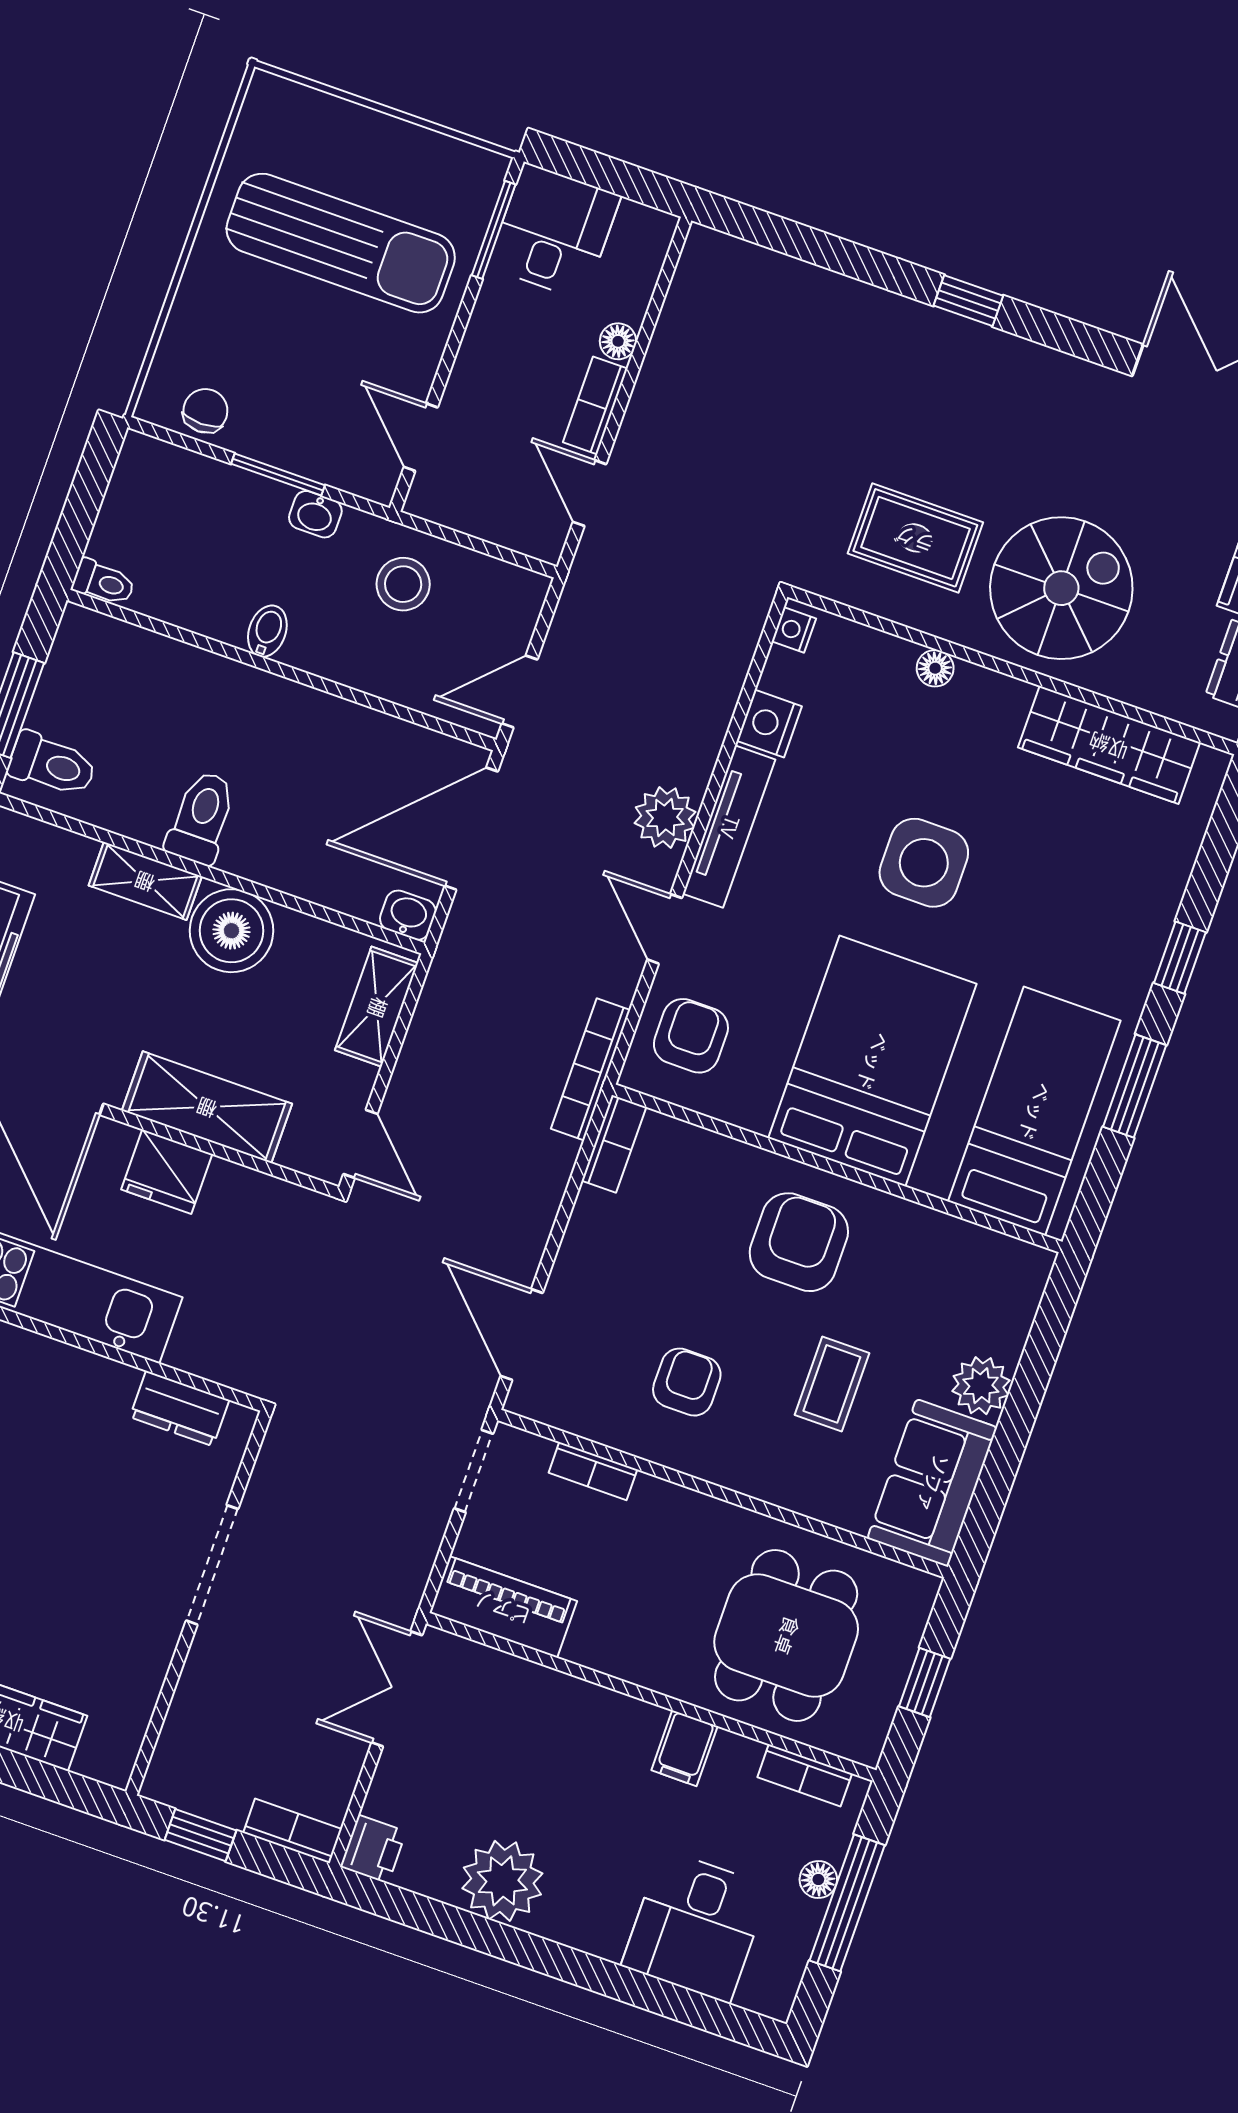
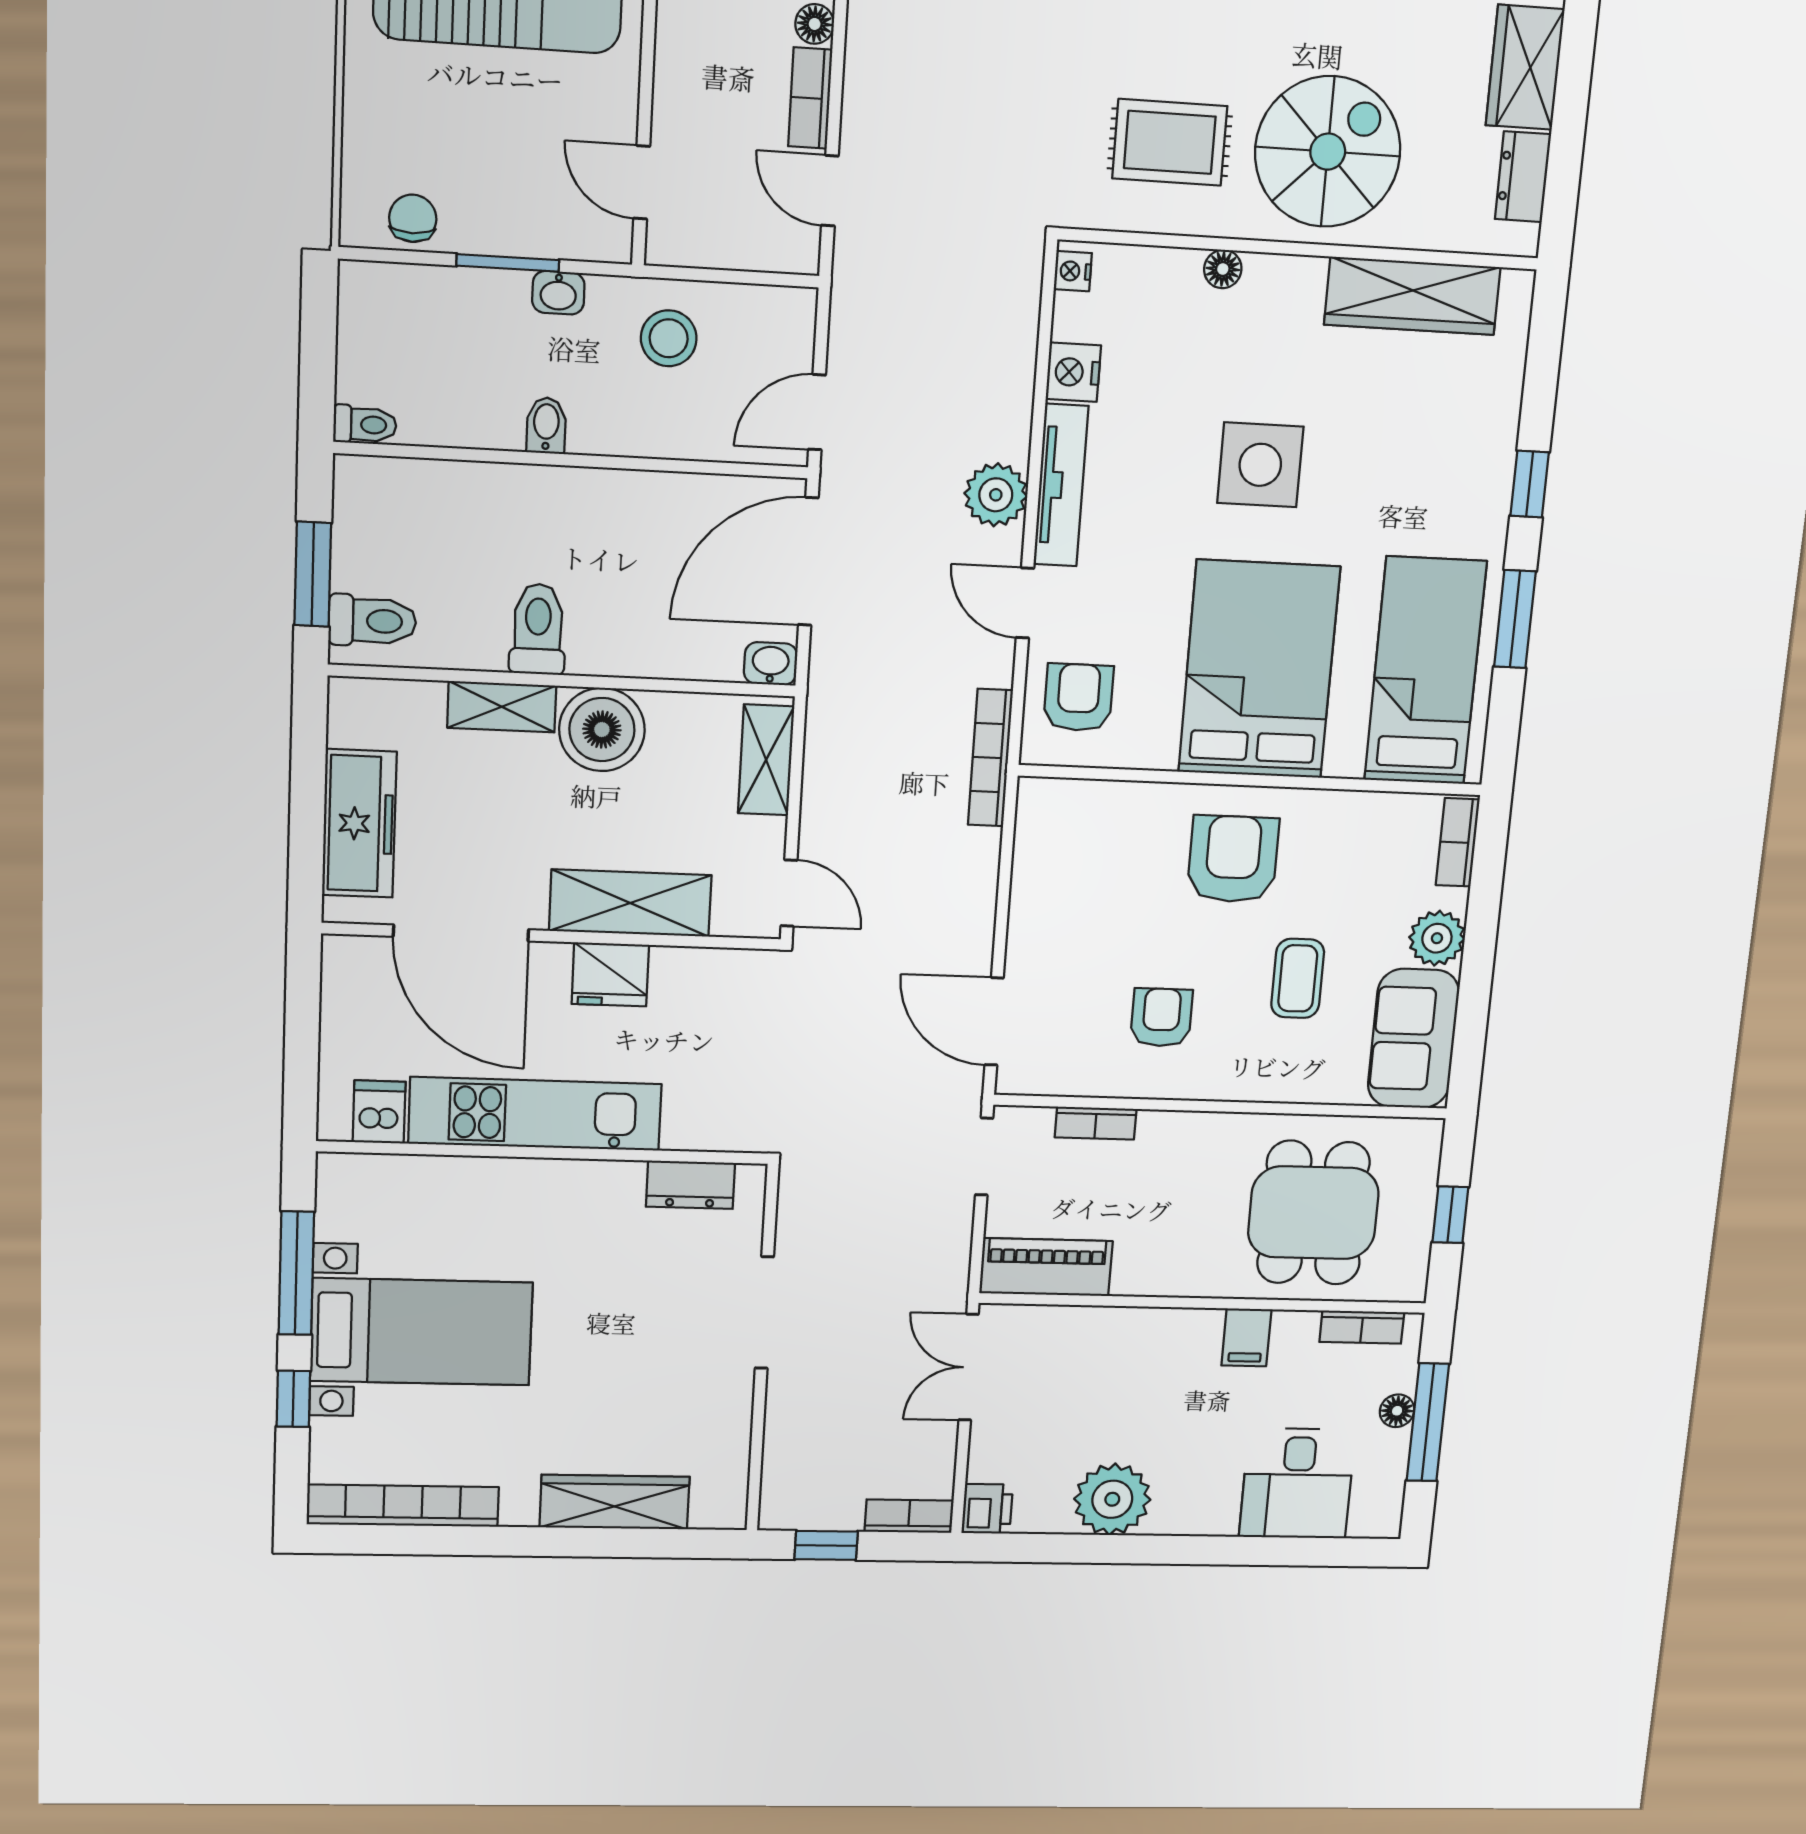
bookcase: (614, 1144) -> (1458, 842), moved, turned 180

